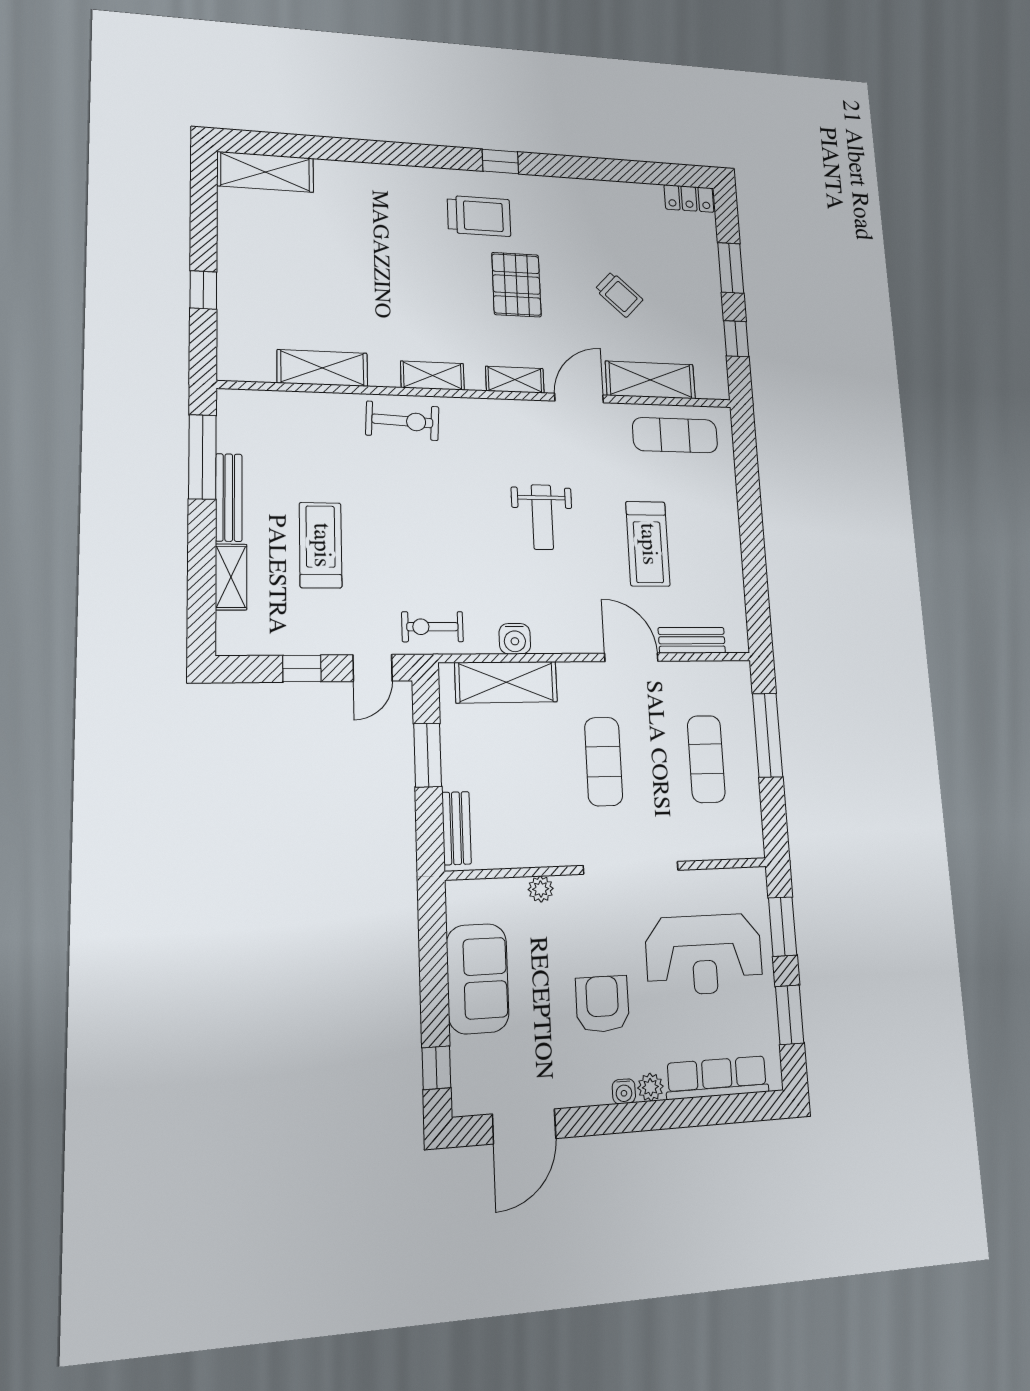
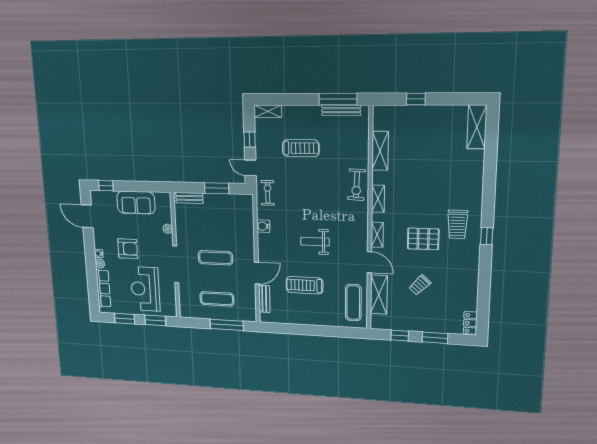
bench: (229, 497) -> (341, 110), moved
shelving: (231, 577) -> (268, 111), moved
shelving: (506, 682) -> (246, 221), removed

